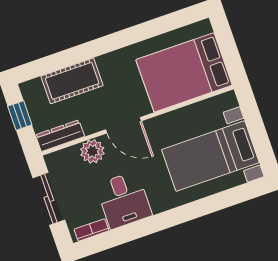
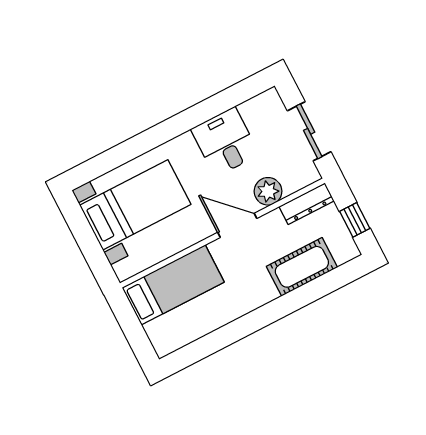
bed: (184, 72) -> (173, 285), width x0.67
bookcase: (91, 230) -> (256, 103), removed

